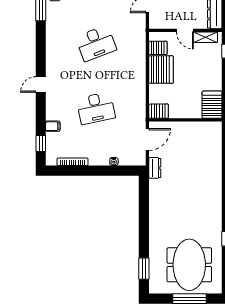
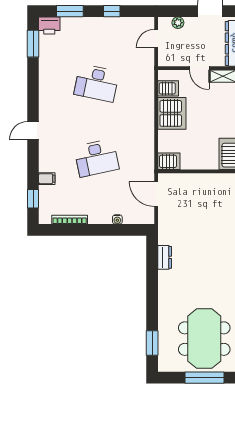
desk: (96, 43) -> (97, 83), turned 33
door: (147, 140) -> (156, 194), swing flipped
dresser: (155, 168) -> (165, 257), moved

